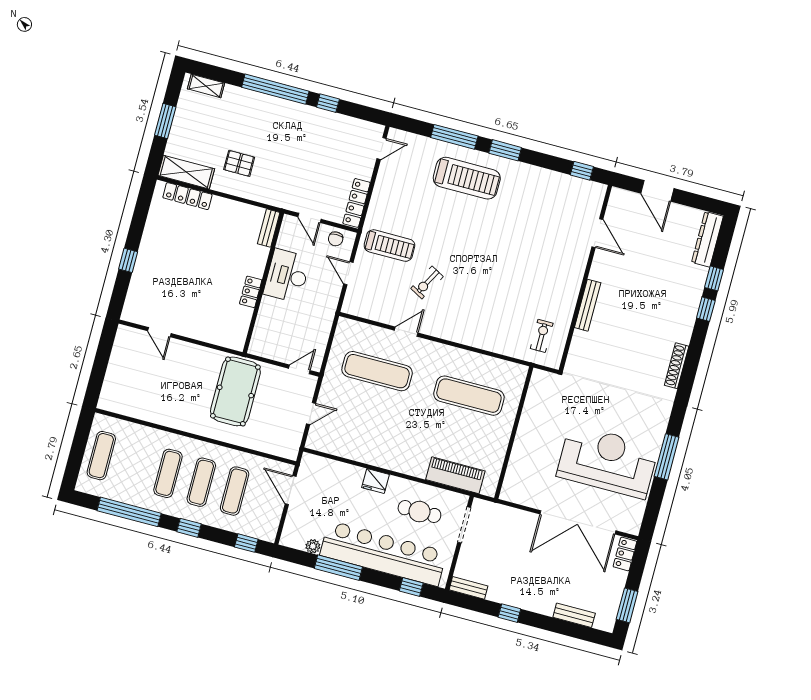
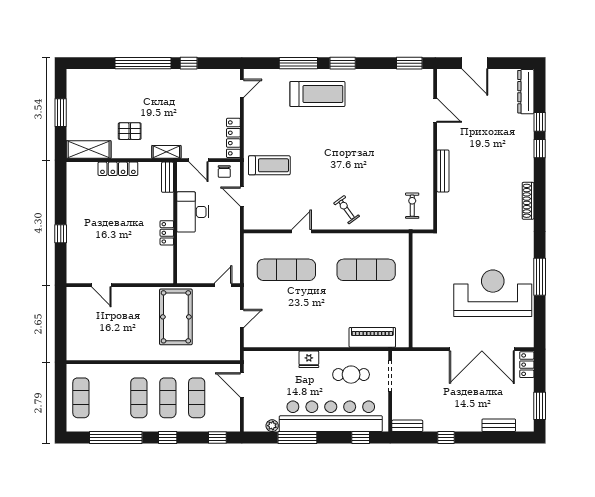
shelving: (206, 86) -> (166, 152), moved
window: (582, 171) -> (409, 63), width x1.50
locker: (187, 196) -> (118, 169), moved
exercise bike: (427, 282) -> (347, 210), moved, turned 115

